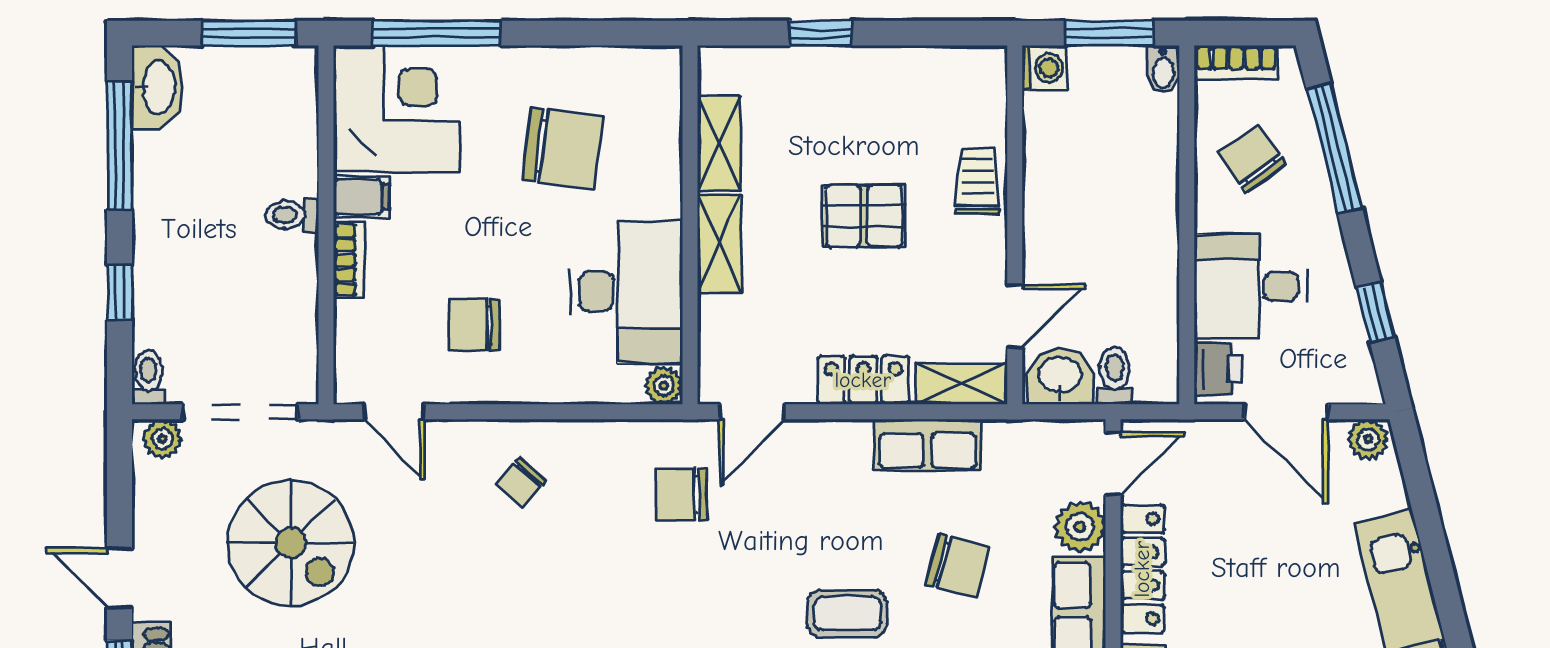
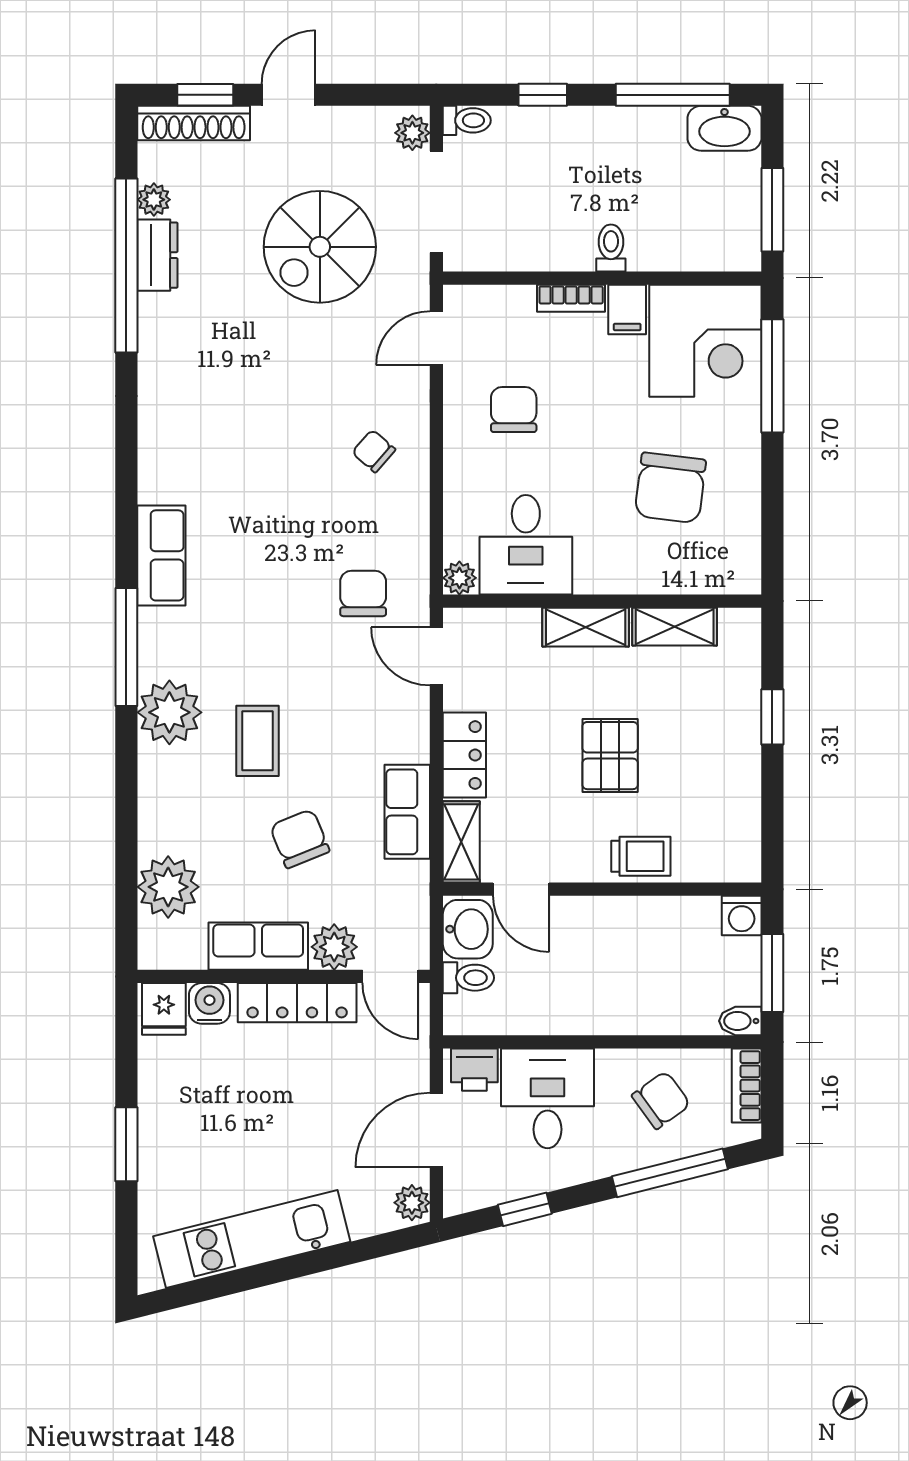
desk: (626, 292) -> (526, 545), width x0.73
chair: (958, 566) -> (300, 839), turned 143

